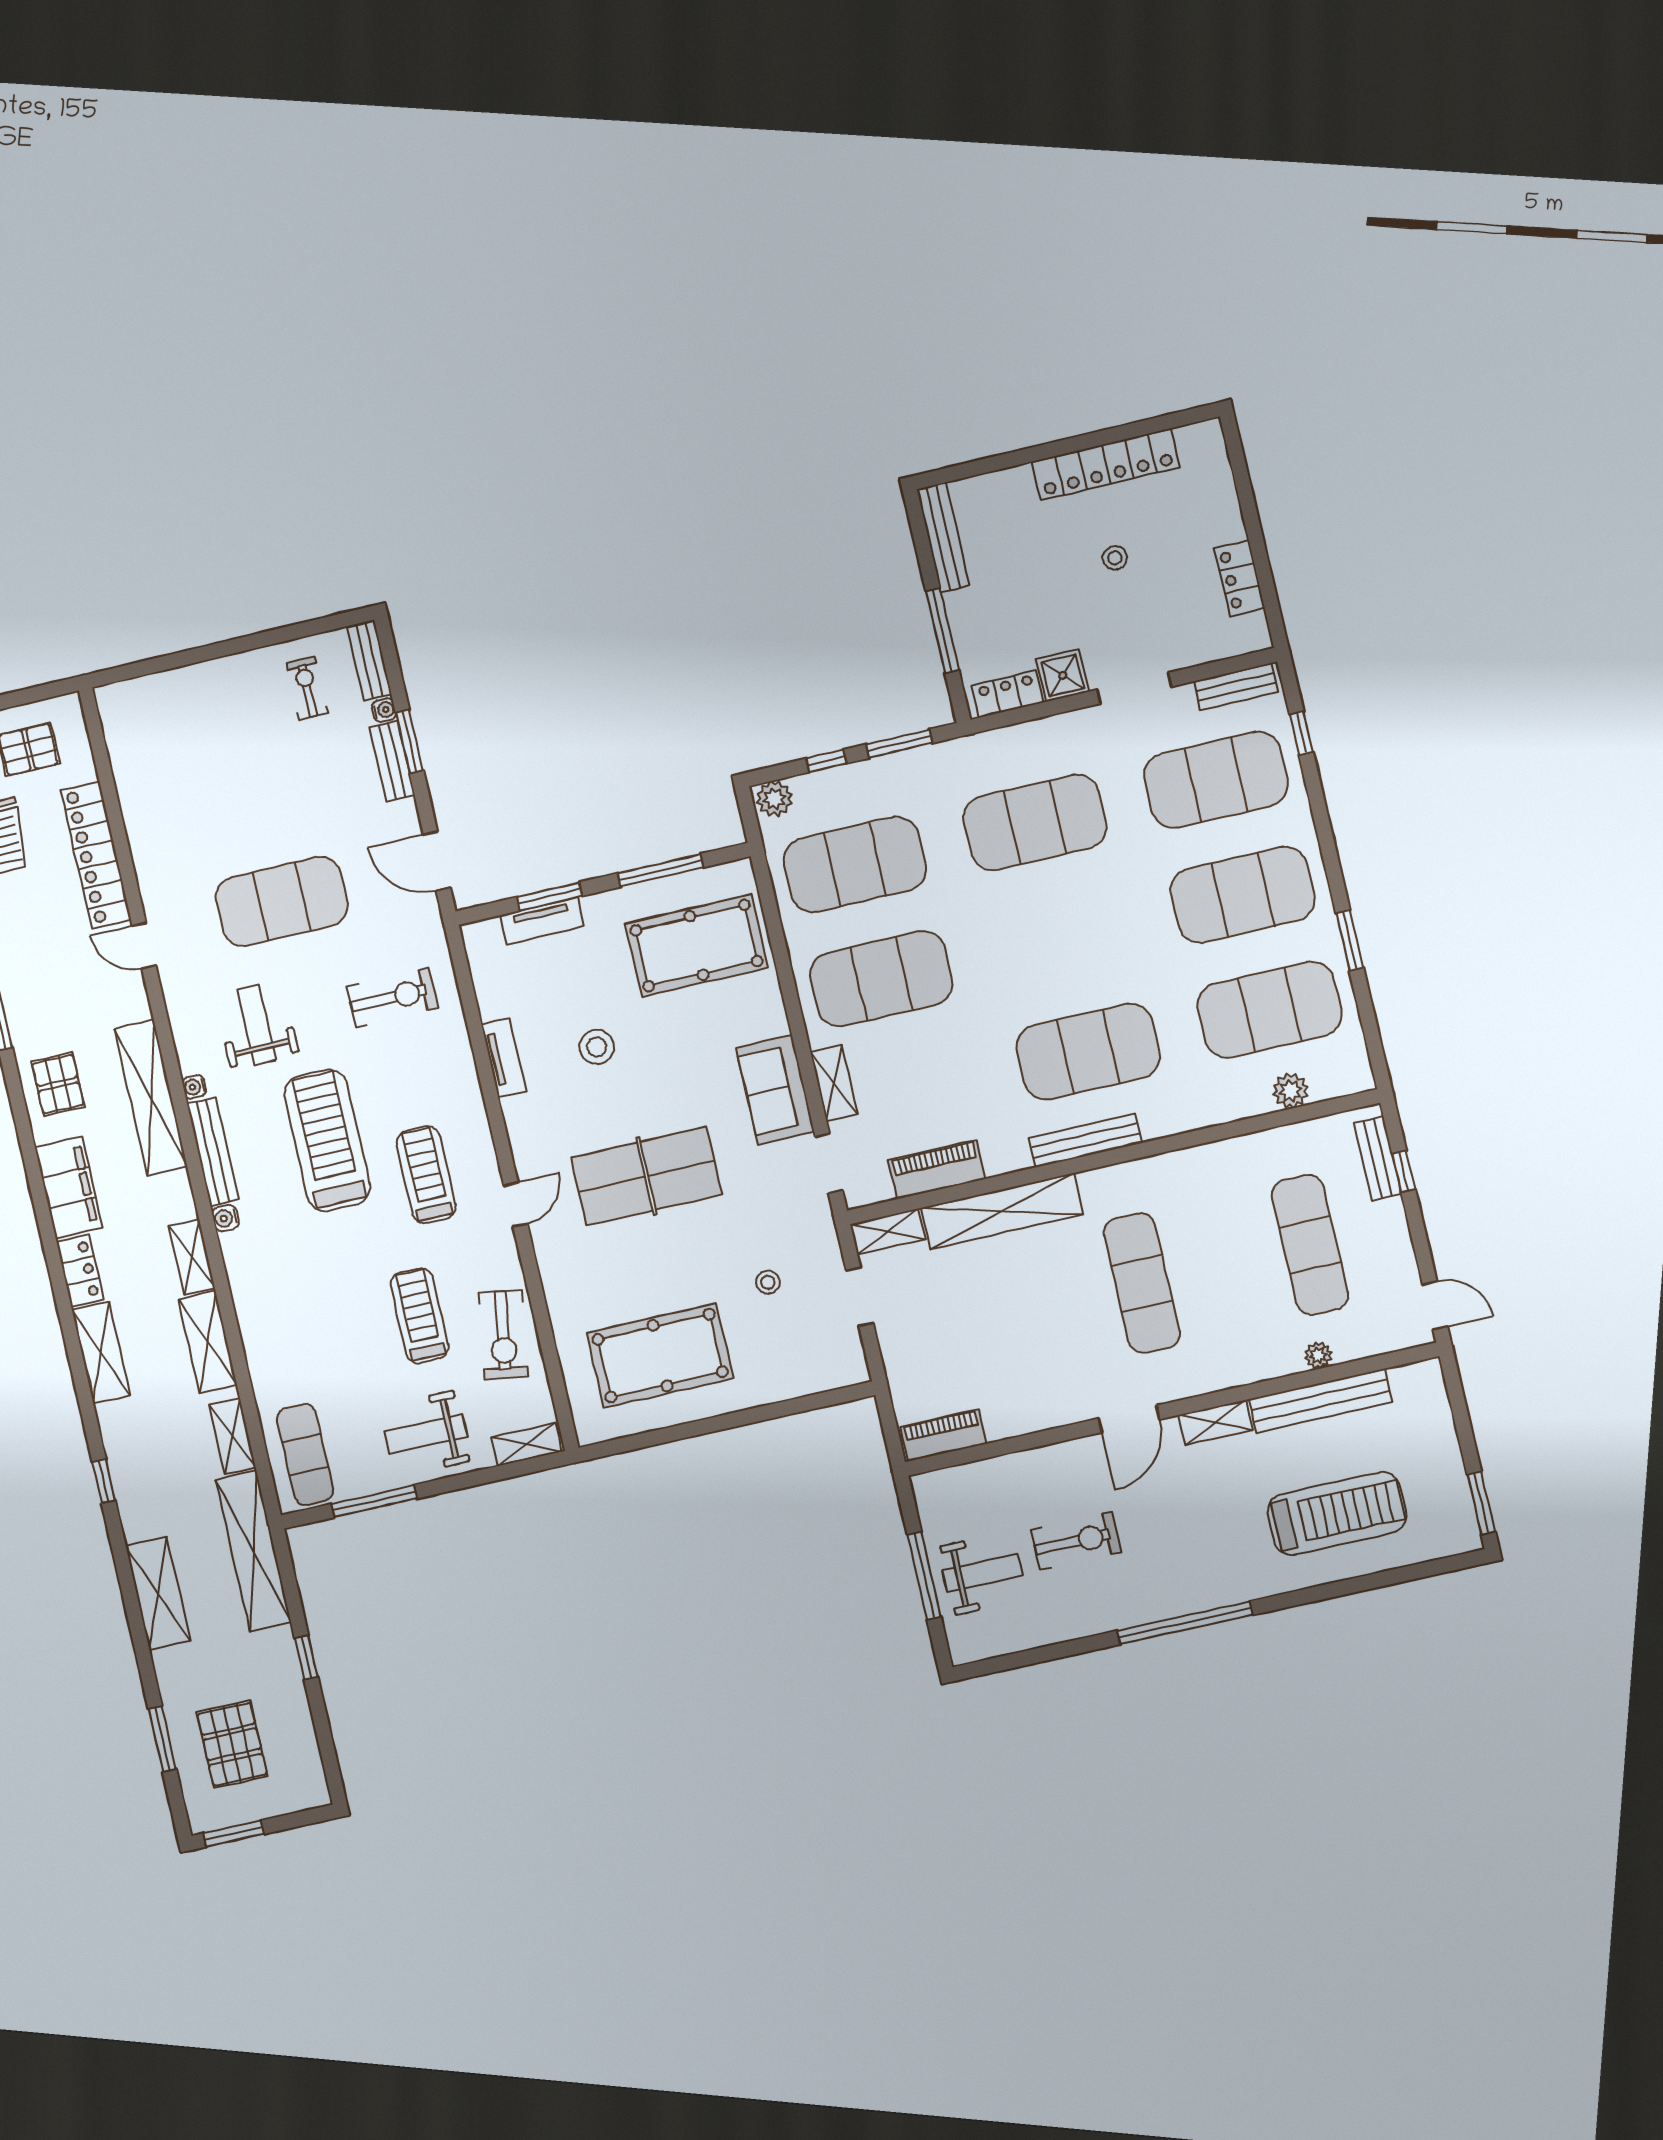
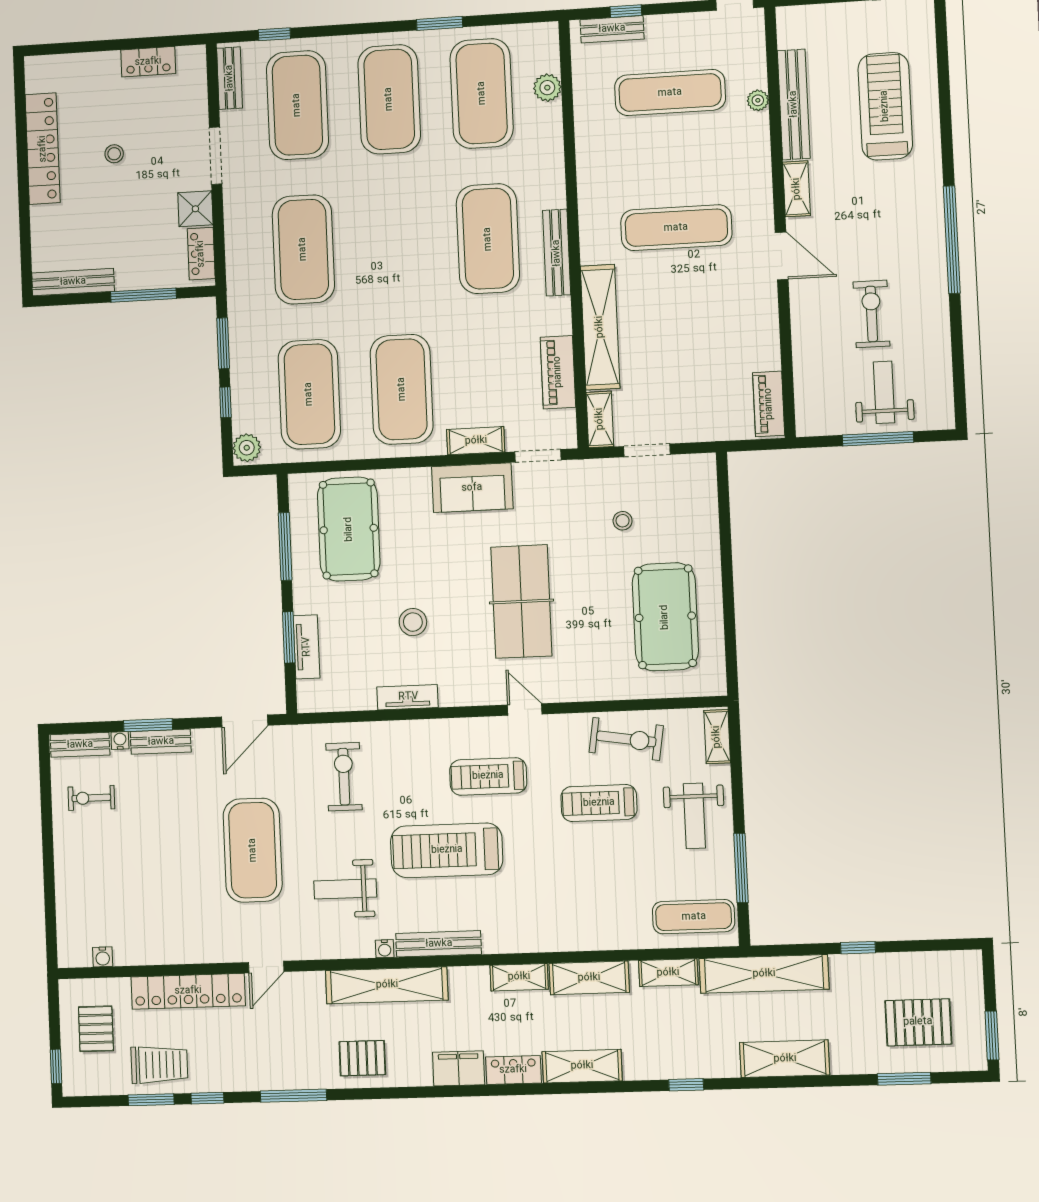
filing cabinet: (69, 1188) -> (459, 1068), width x0.67, depth x0.86
water cooler: (226, 1218) -> (103, 957), moved

